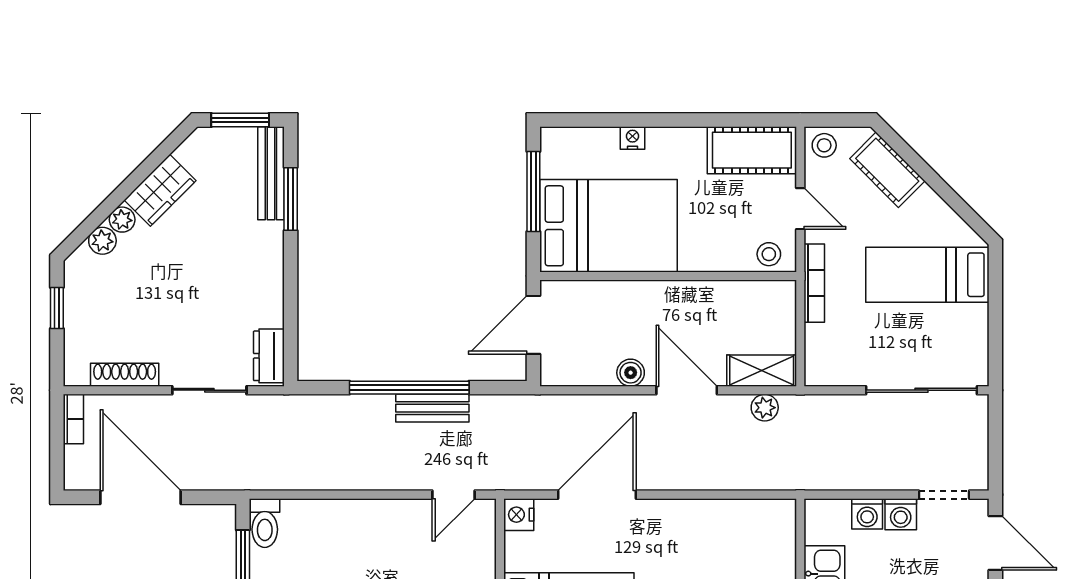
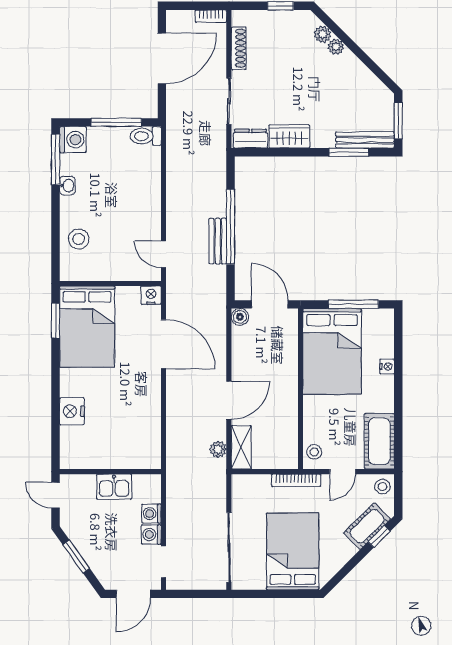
window: (904, 150) -> (379, 536), added
wardrobe: (160, 190) -> (289, 136), moved, turned 135
bed: (927, 275) -> (293, 551), width x1.50
boiler: (631, 373) -> (240, 317), moved

